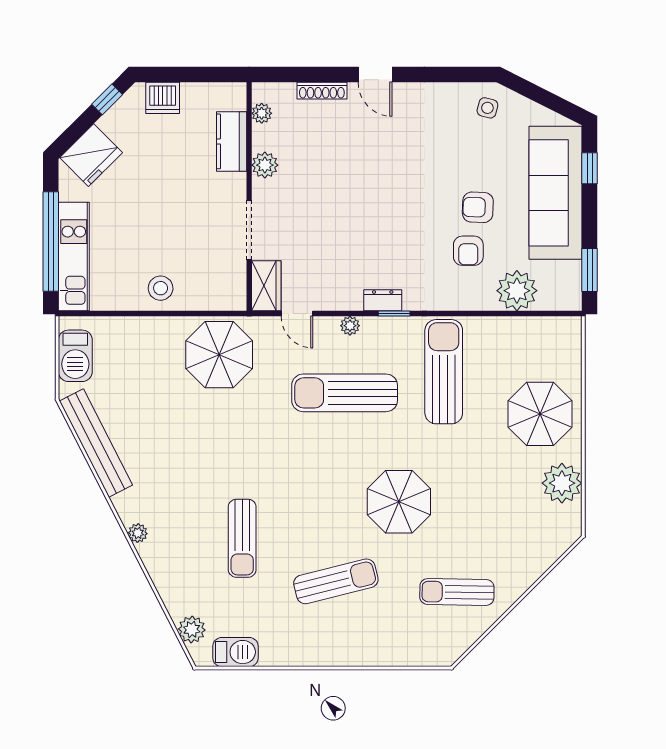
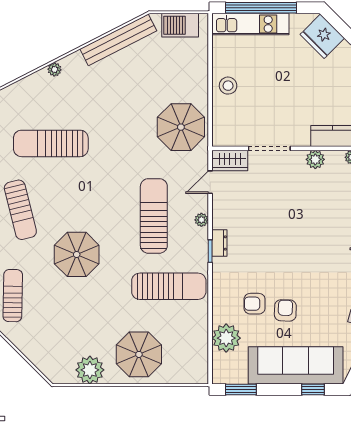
sun lounger: (242, 538) -> (51, 143), width x1.36, depth x1.34

